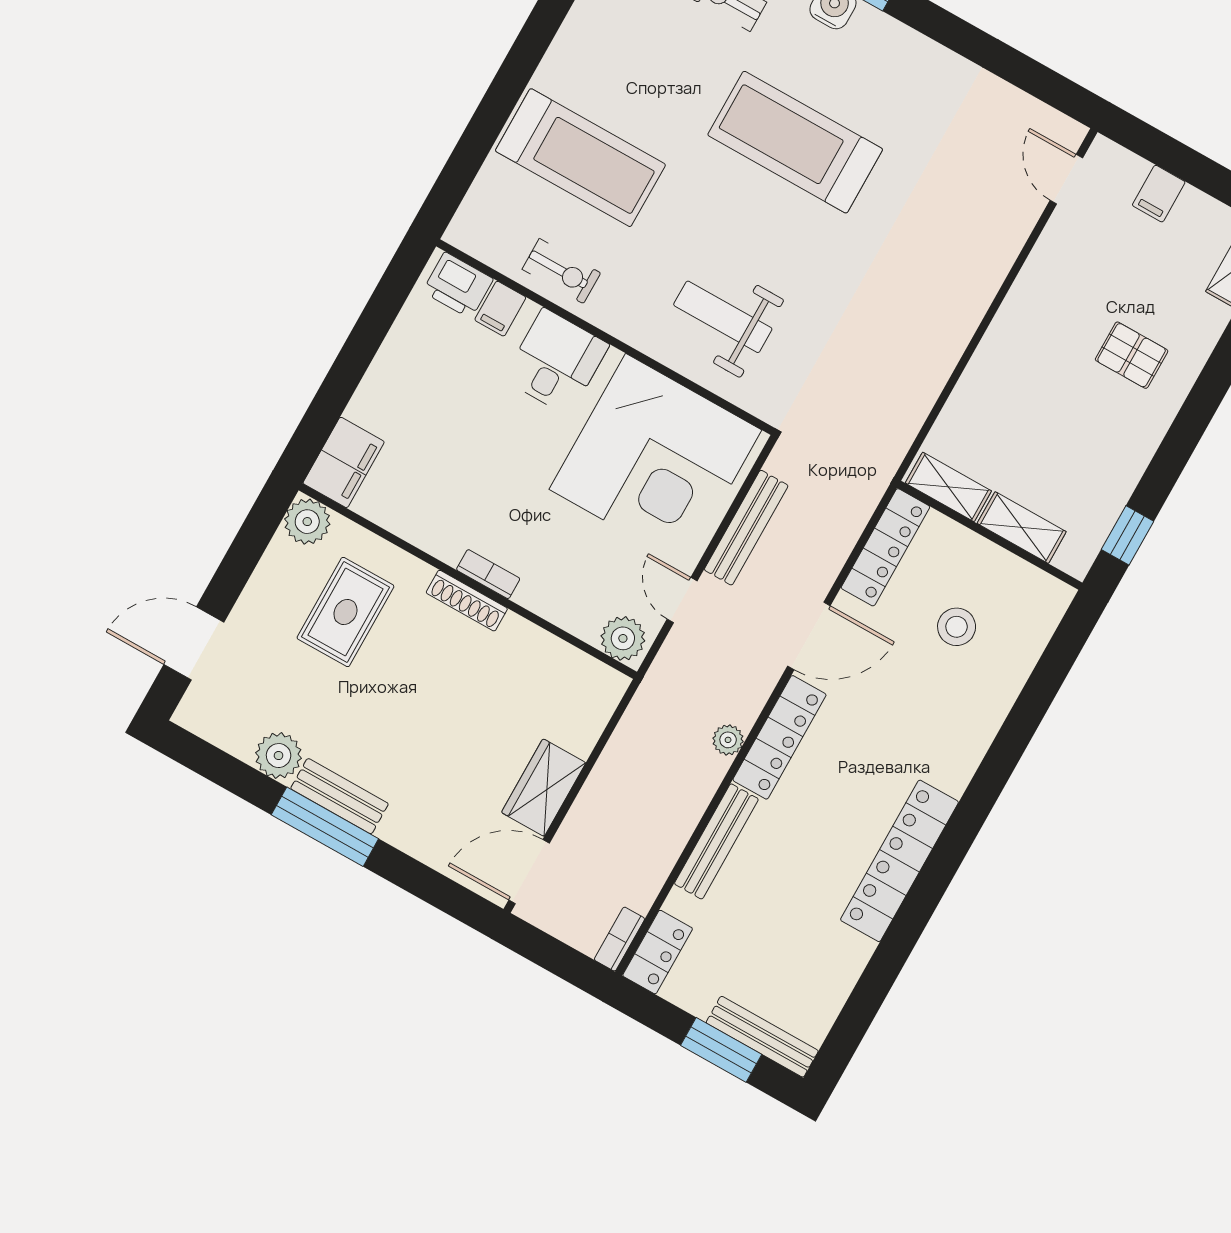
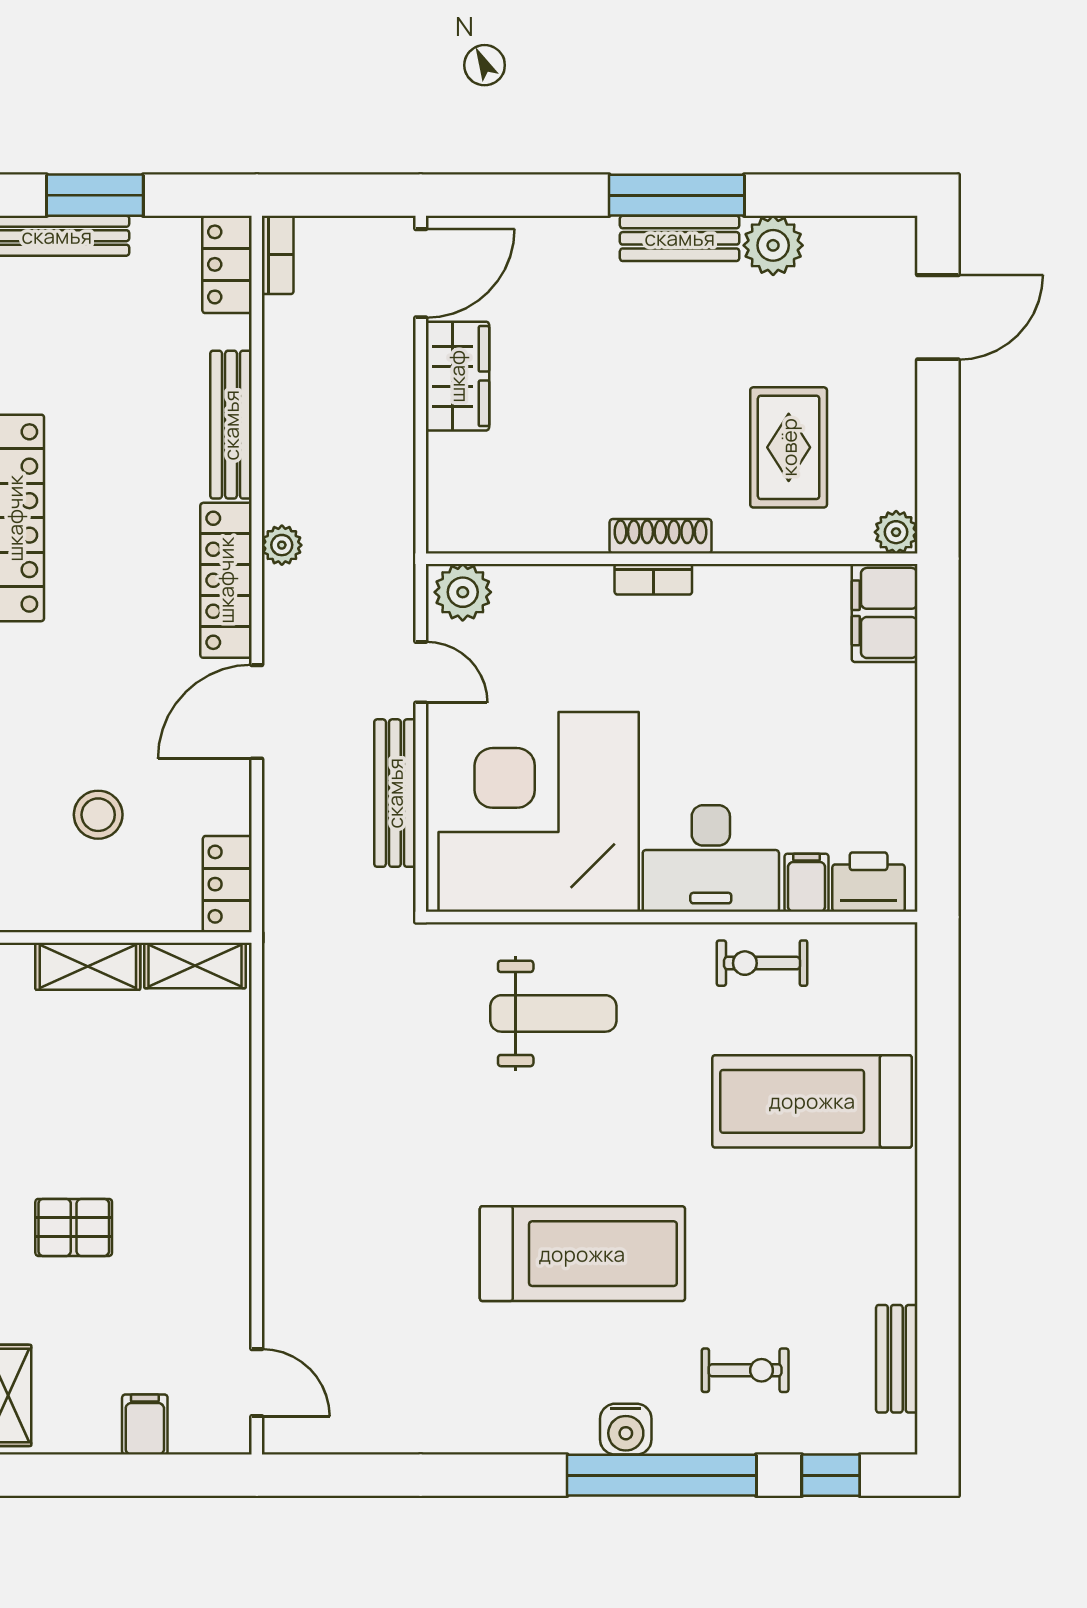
desk: (556, 362) -> (711, 859), width x1.37
plant: (307, 522) -> (896, 532), width x0.73, depth x0.73
locker: (885, 547) -> (227, 884), width x0.66

